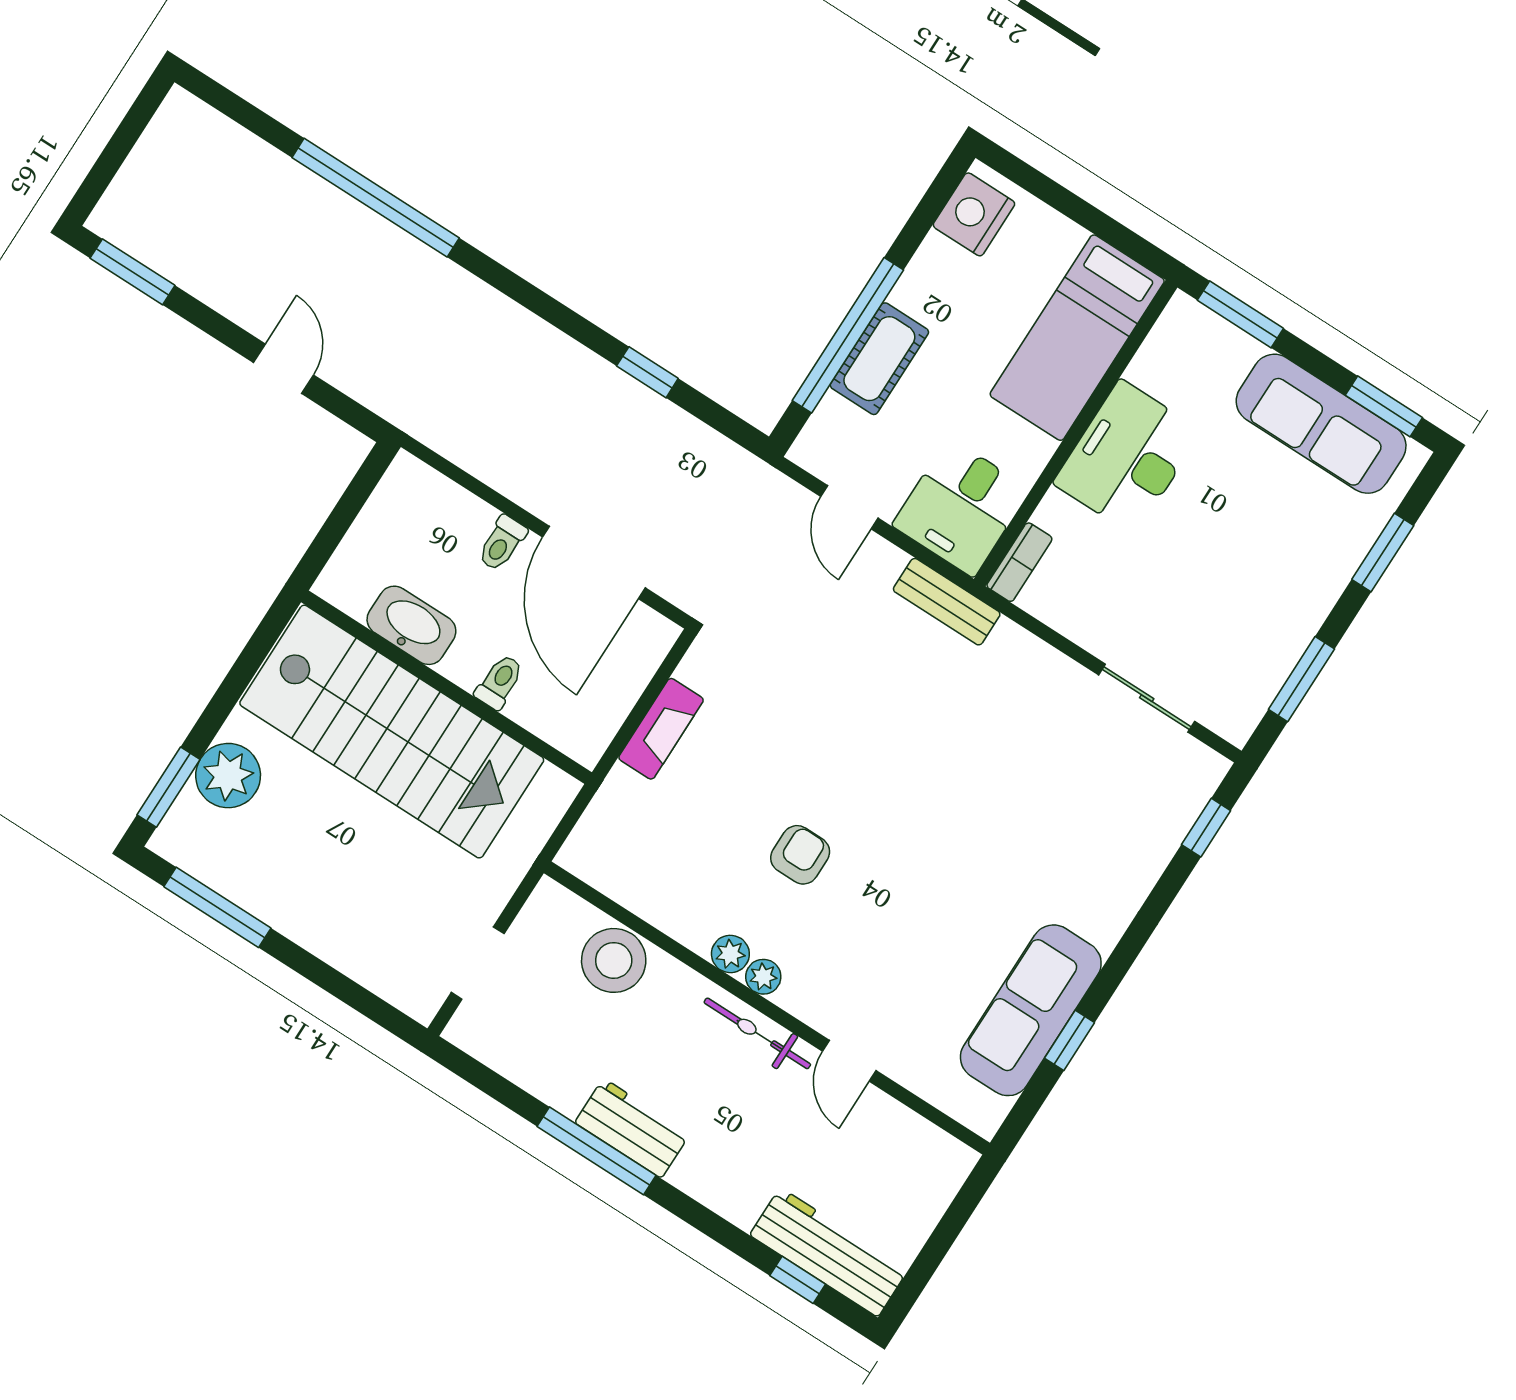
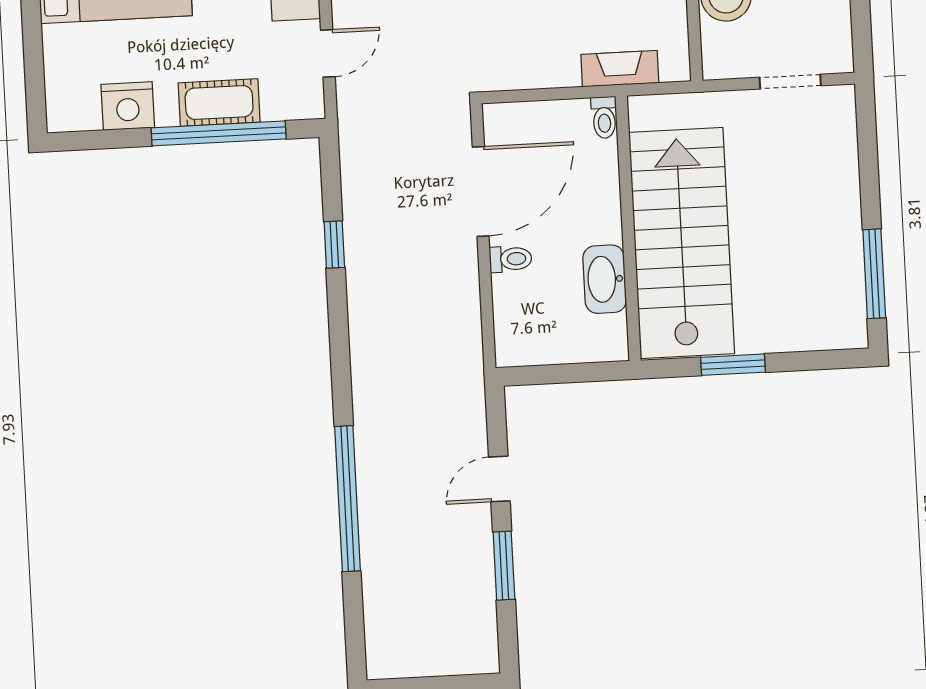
nightstand: (974, 214) -> (128, 106), moved
window: (133, 272) -> (504, 566), moved
toilet: (500, 682) -> (604, 117), moved, turned -90
fireplace: (661, 729) -> (620, 69), moved
plant: (228, 776) -> (785, 327), removed
window: (169, 787) -> (733, 365), moved

